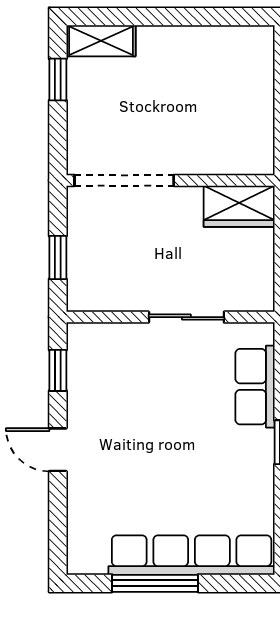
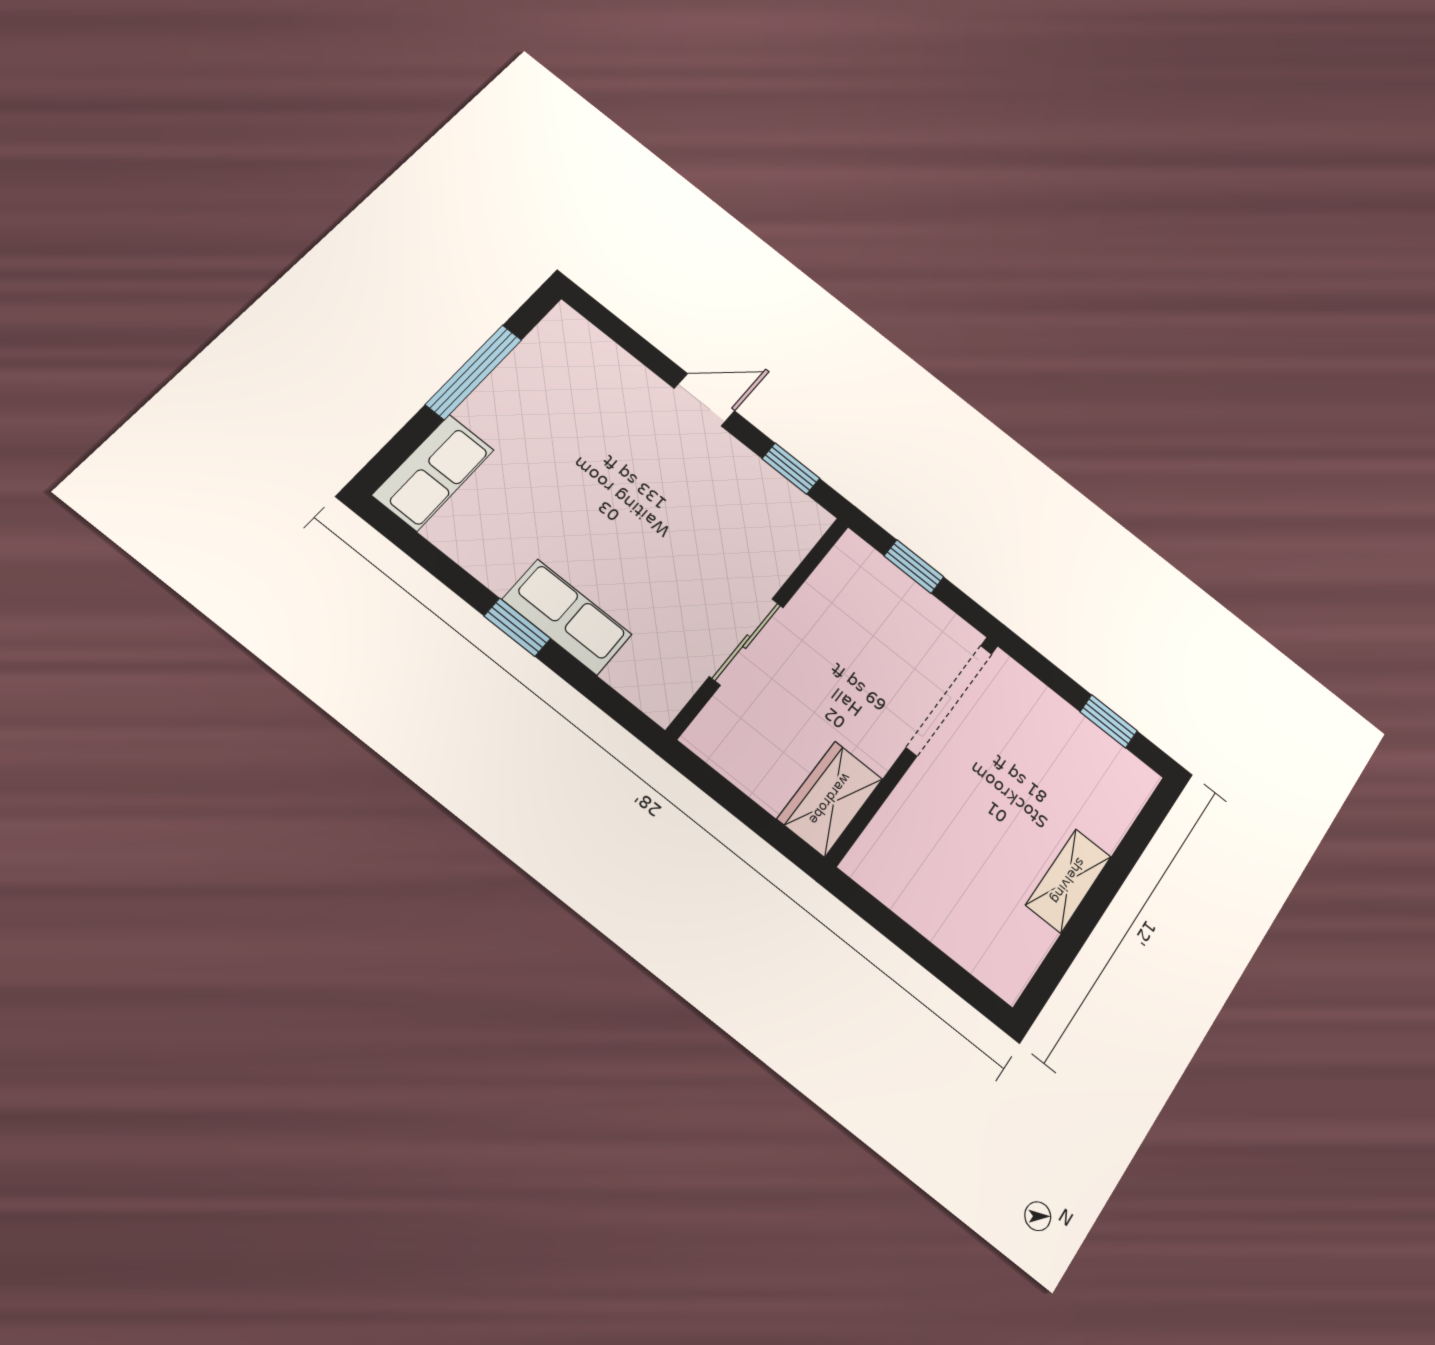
shelving: (101, 41) -> (1068, 881), moved
row of seats: (255, 387) -> (567, 617), moved
row of seats: (192, 555) -> (433, 472), width x0.50

